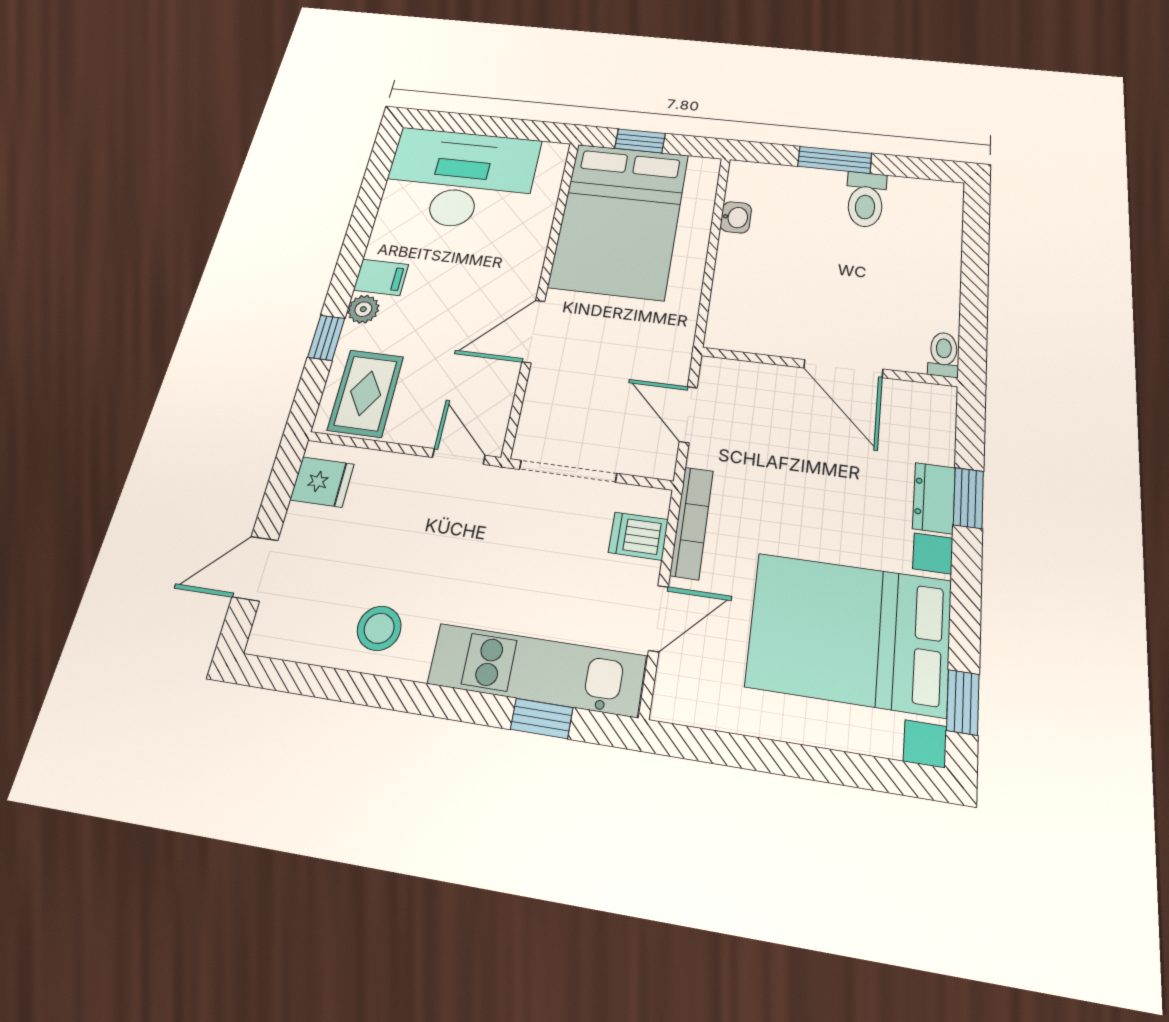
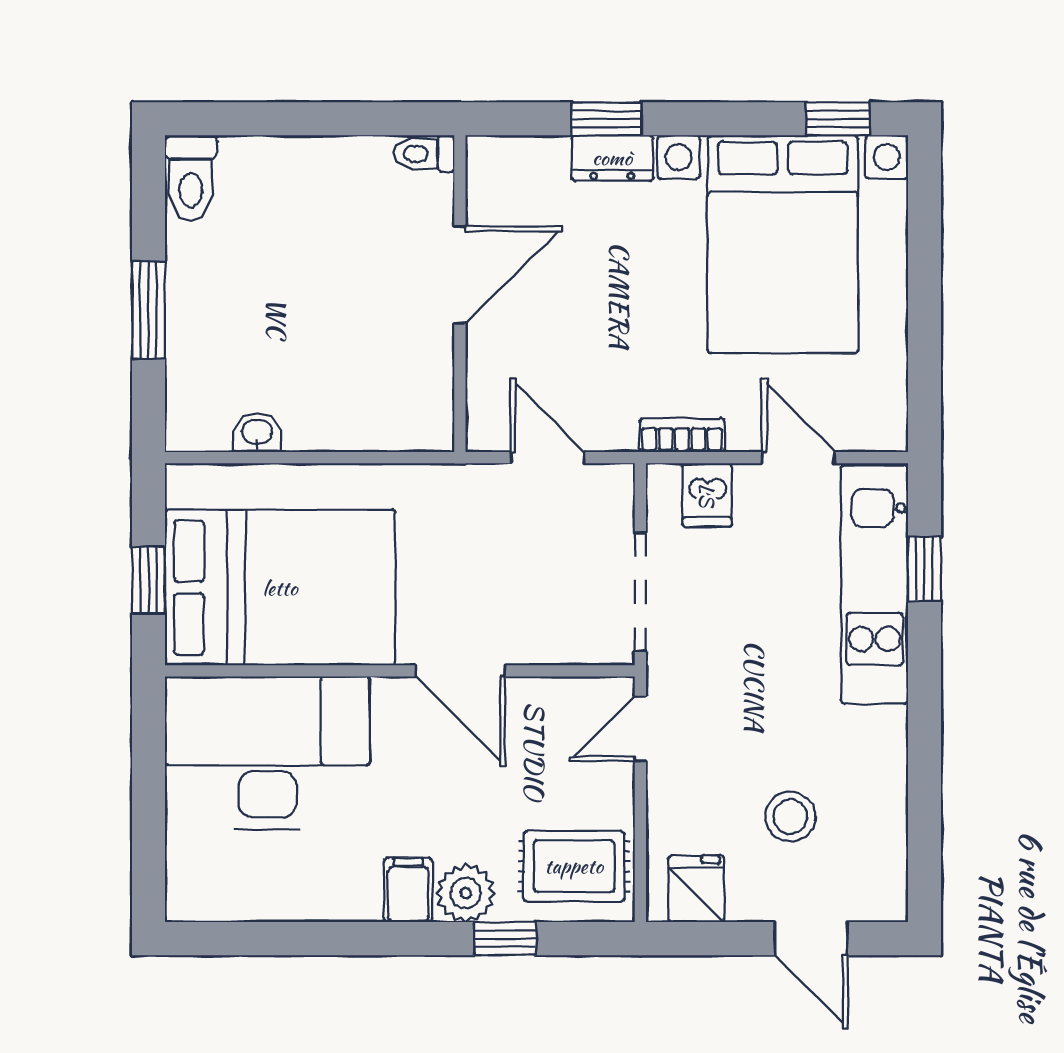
desk: (460, 179) -> (267, 753), moved, turned 90
toilet: (866, 200) -> (191, 178), moved, turned 90
plant: (363, 309) -> (466, 893), width x1.38, depth x1.38
door: (688, 415) -> (547, 458), swing flipped
bookcase: (692, 522) -> (682, 435), width x0.64
stool: (379, 628) -> (790, 817), moved

